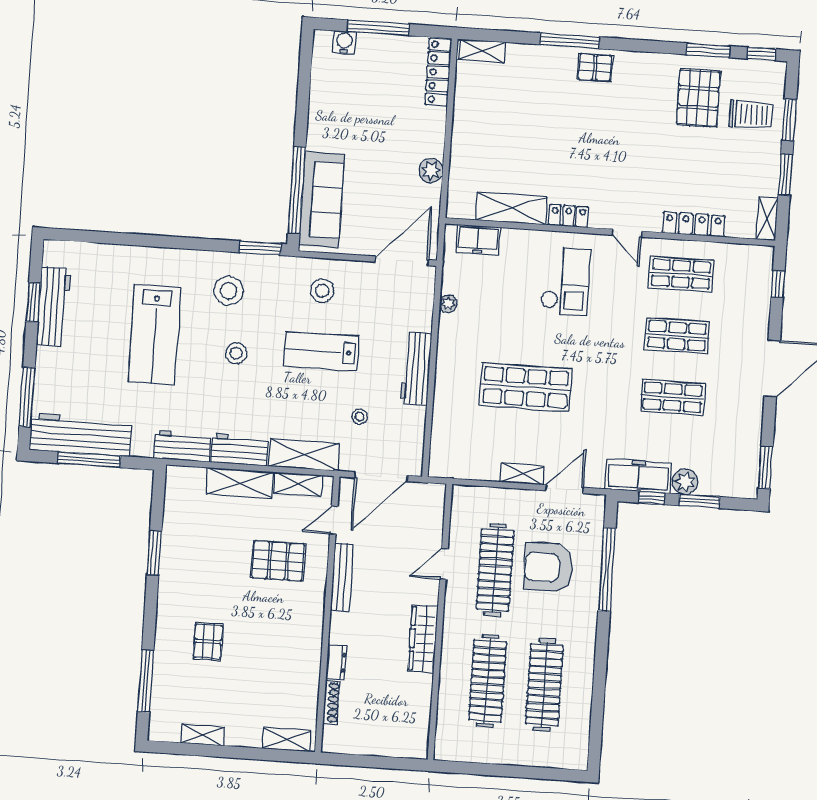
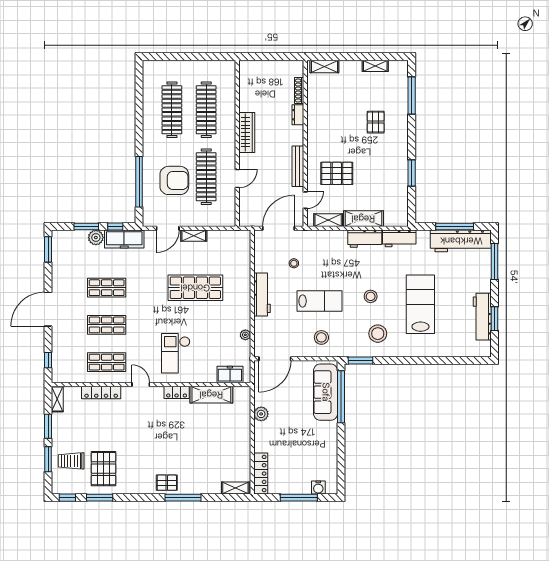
shelving: (304, 455) -> (326, 238), removed

